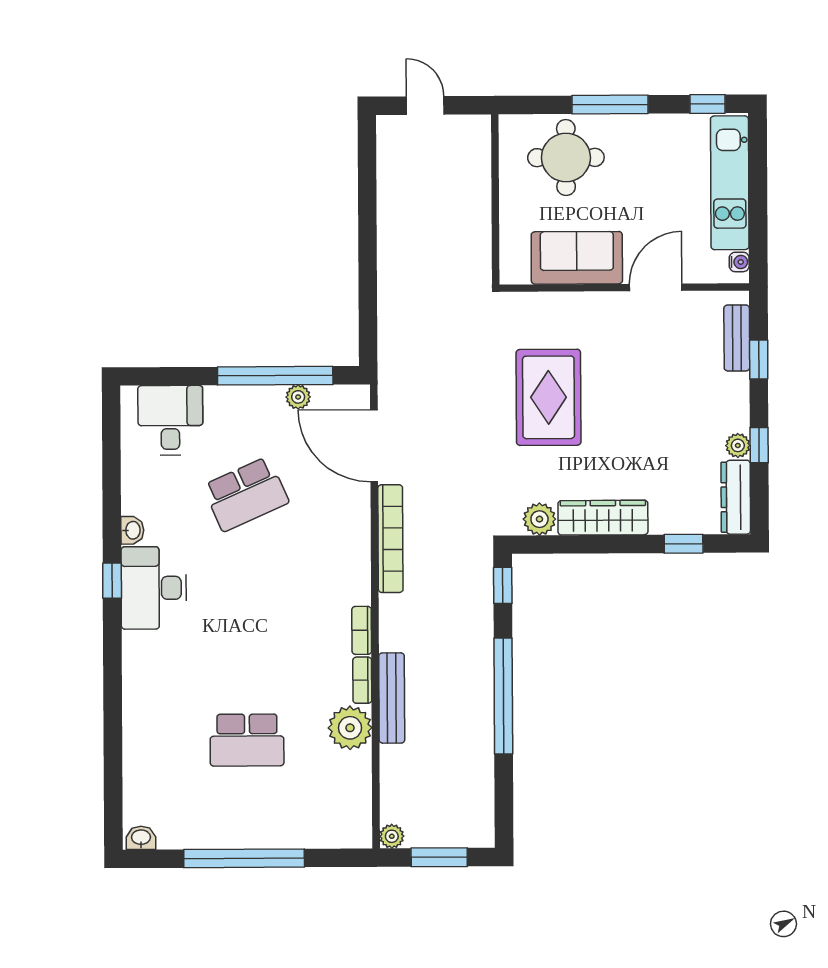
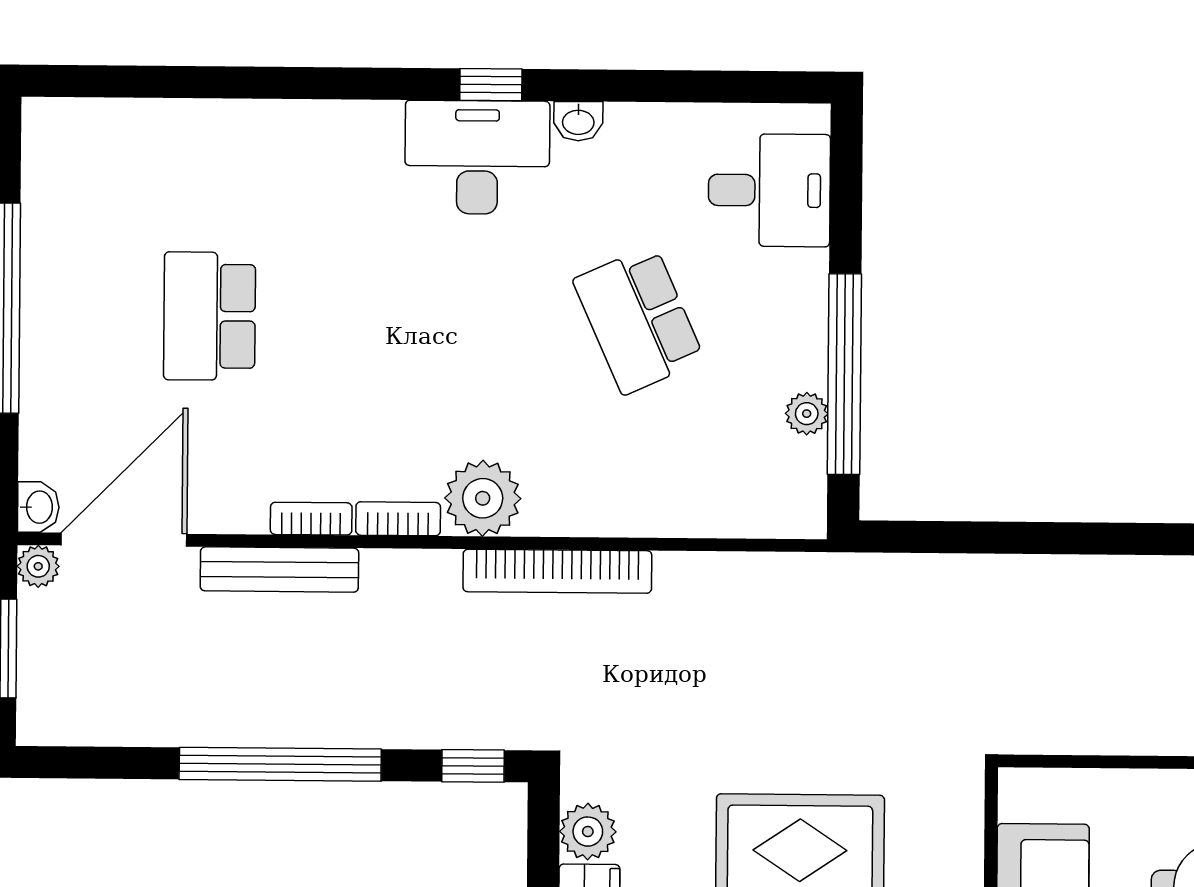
door: (374, 446) -> (124, 540), moved
plant: (350, 728) -> (483, 498), moved
washbasin: (141, 838) -> (38, 507), moved

